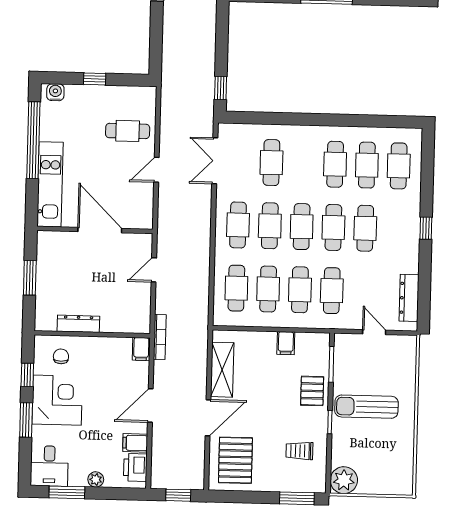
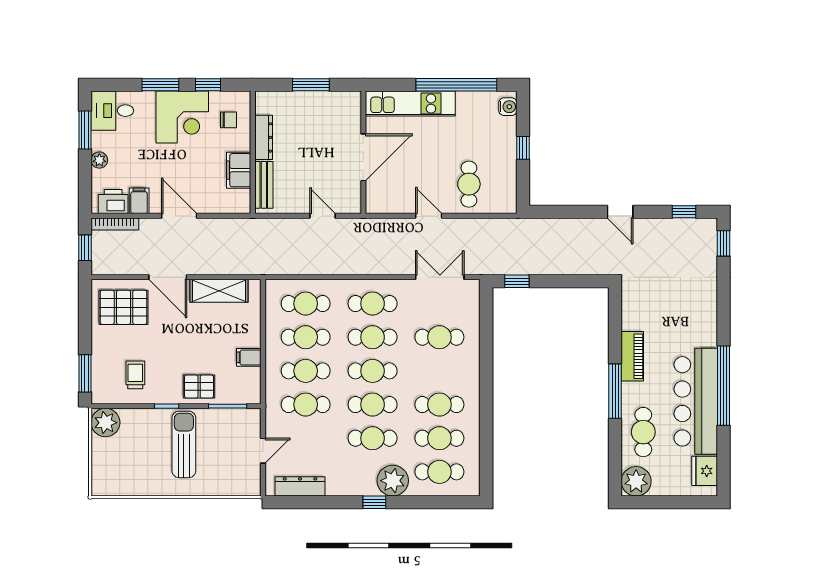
plant: (406, 210) -> (393, 481), added
bench: (123, 325) -> (264, 185), added
bookcase: (160, 337) -> (115, 224), moved
filing cabinet: (141, 349) -> (239, 170), moved, width x2.00

